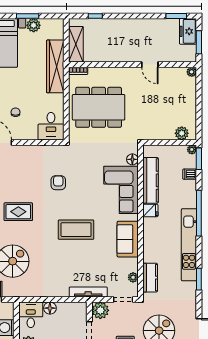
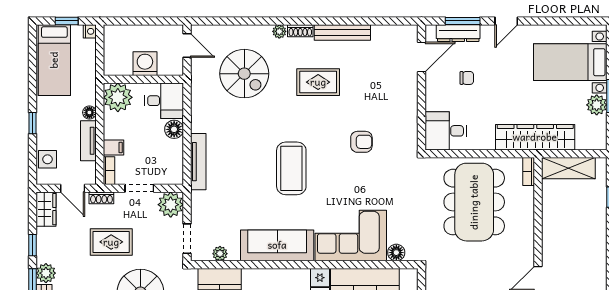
rug: (18, 212) -> (318, 82), turned 90
sofa: (128, 239) -> (277, 245), width x1.36
tv unit: (88, 292) -> (198, 162), moved

